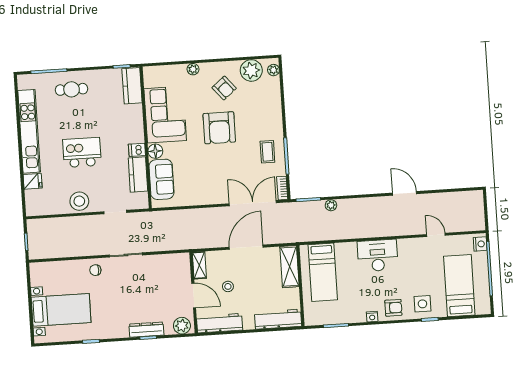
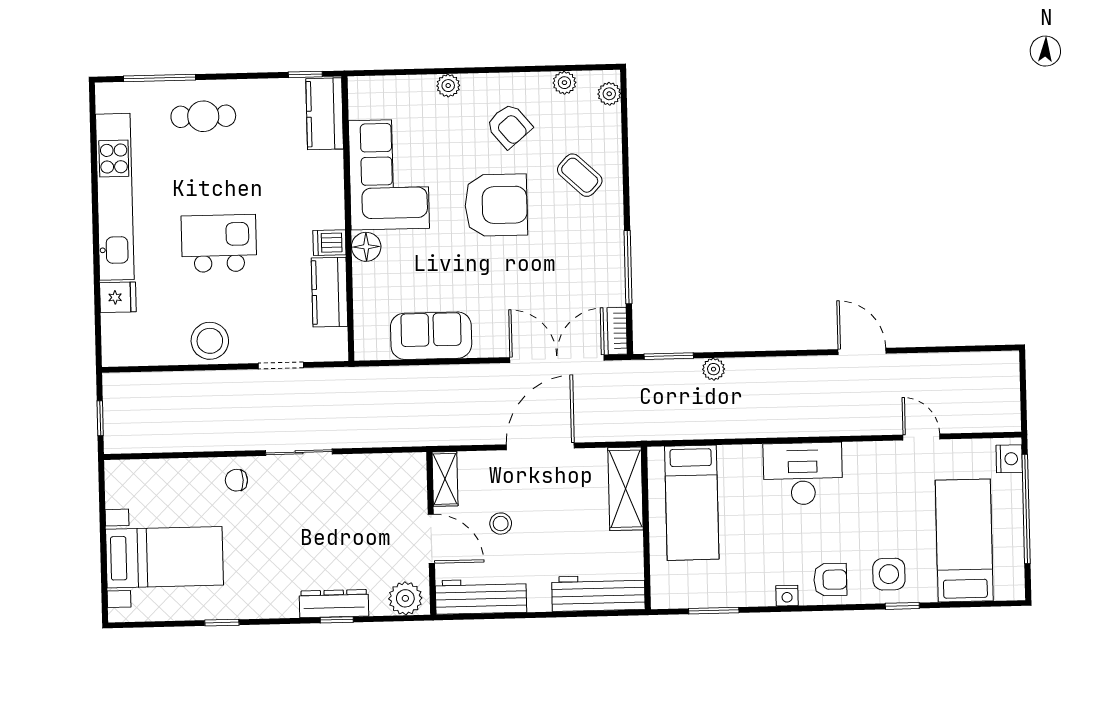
plant: (251, 70) -> (564, 83), width x0.53, depth x0.53
armchair: (219, 128) -> (496, 205), turned -90
coffee table: (267, 152) -> (580, 175), moved, turned -47
sofa: (162, 179) -> (431, 336), moved, turned -90

